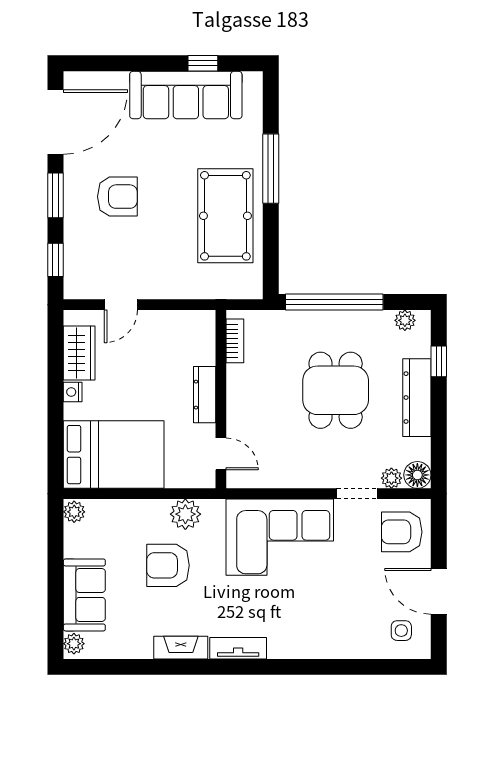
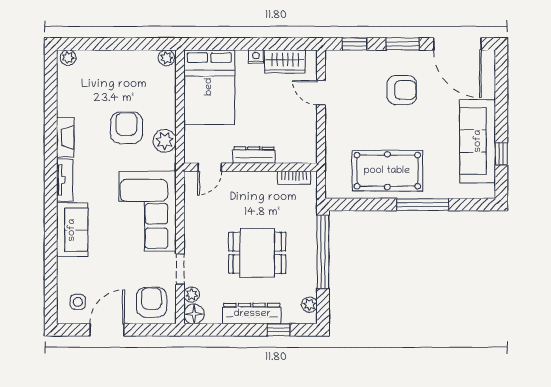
armchair: (117, 197) -> (402, 90), turned -90
sofa: (84, 595) -> (72, 230), moved, turned -90

